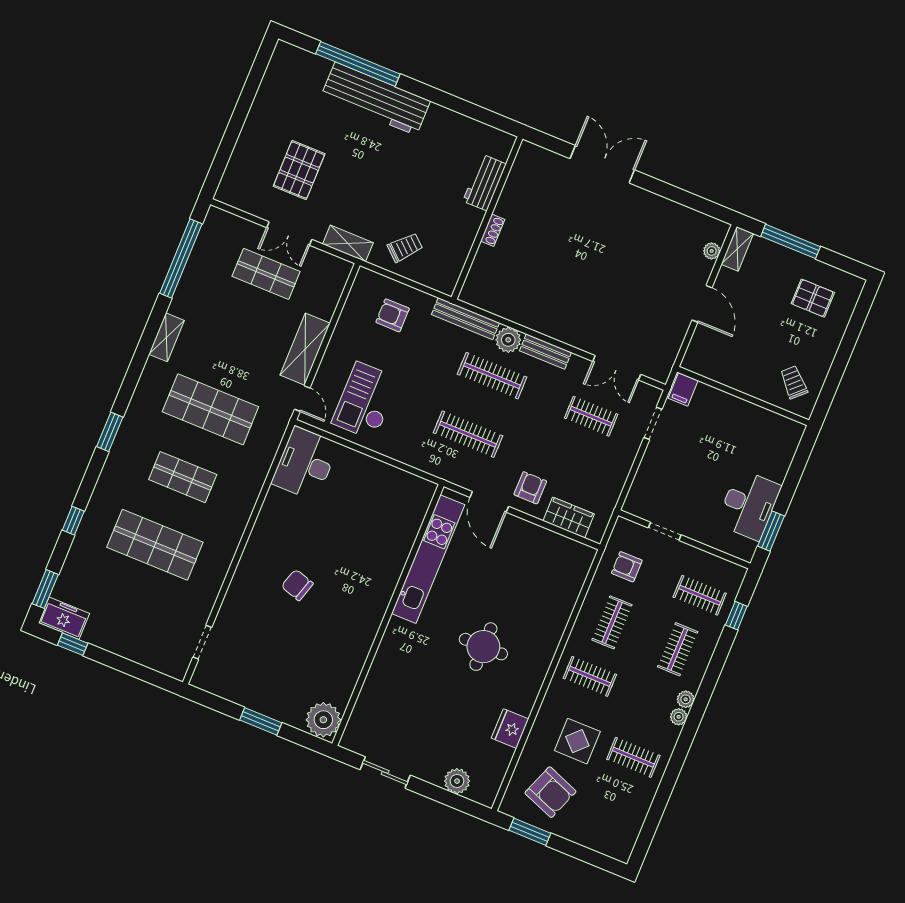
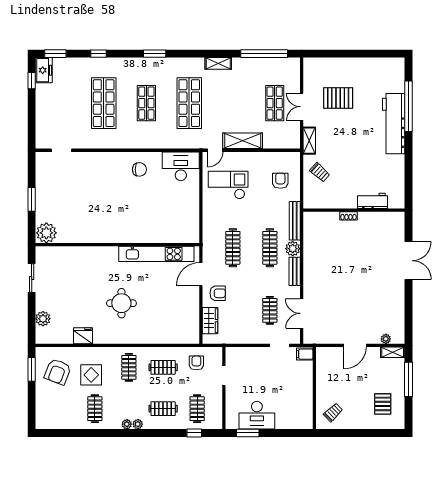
chair: (297, 585) -> (139, 169), moved, turned 73

